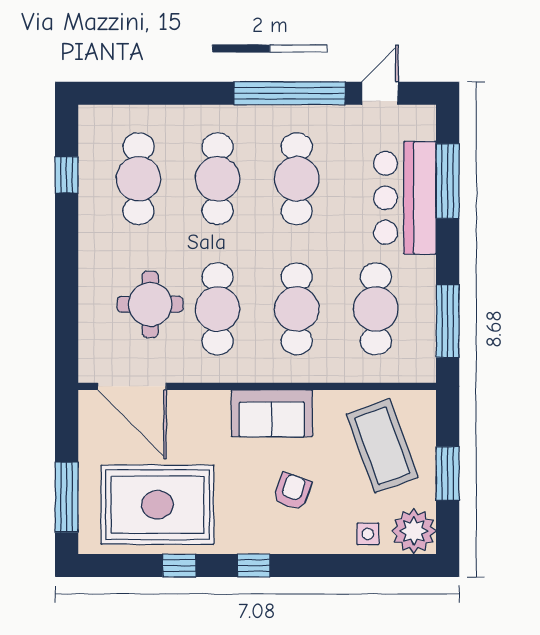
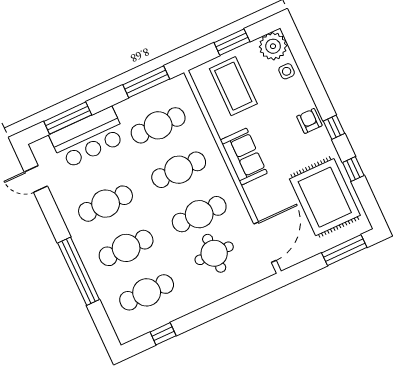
window: (290, 93) -> (79, 271), moved
coffee table: (382, 446) -> (233, 86), turned -70
armchair: (292, 491) -> (309, 121), moved, turned 71

